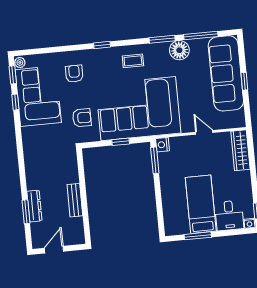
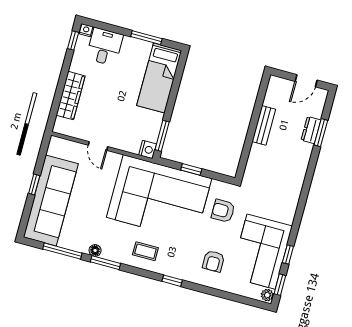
floor lamp: (179, 50) -> (95, 250), width x0.53, depth x0.53
wardrobe: (240, 150) -> (71, 96), moved
bed: (201, 204) -> (159, 78), moved
dresser: (34, 206) -> (311, 130), width x0.70

